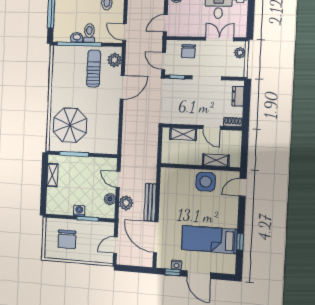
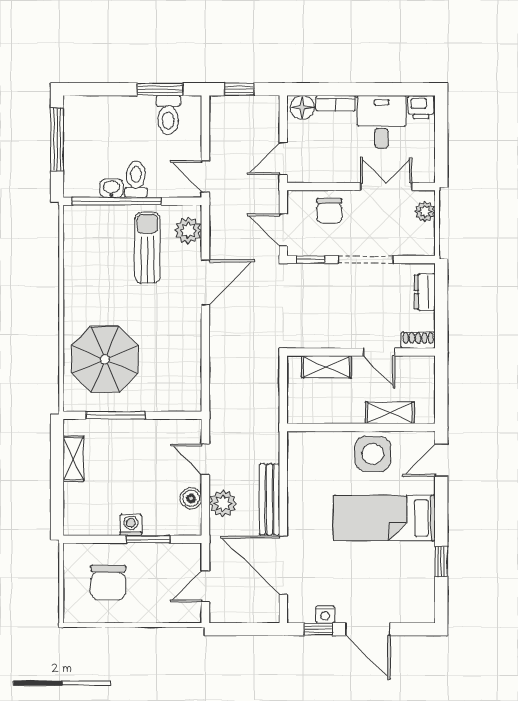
bed: (209, 240) -> (384, 518), moved

